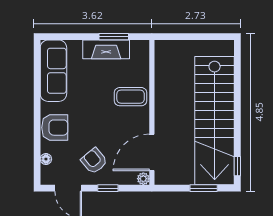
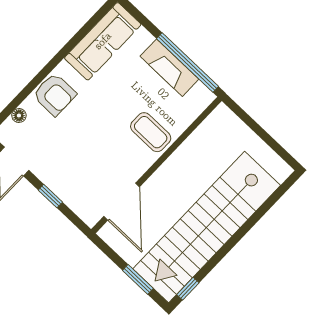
window: (114, 37) -> (188, 63), width x2.11
door: (152, 152) -> (122, 202), swing flipped
armchair: (94, 161) -> (61, 159), removed
plant: (143, 179) -> (91, 218), removed

